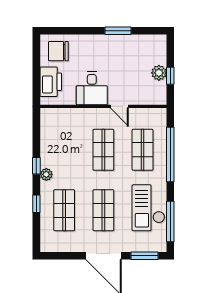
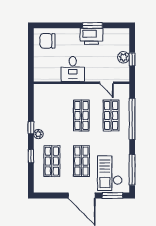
printer: (51, 82) -> (92, 36), moved, turned 90
door: (119, 106) -> (106, 83), moved
checkout: (148, 208) -> (110, 173), moved

